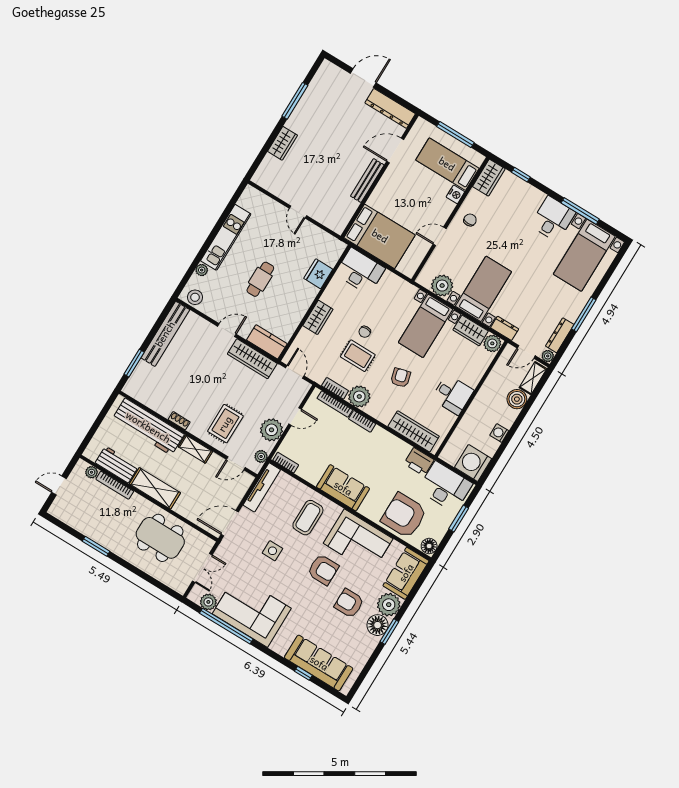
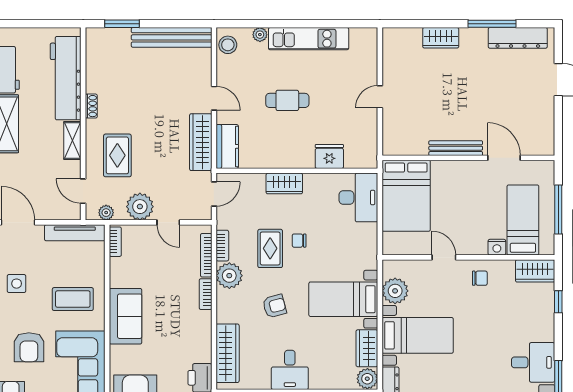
dresser: (390, 108) -> (518, 38), moved, turned -90
rug: (225, 424) -> (117, 155), turned 90

